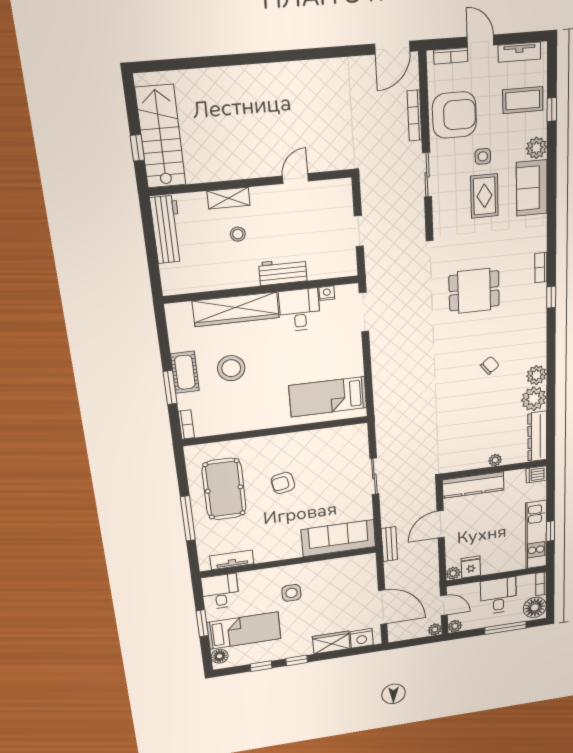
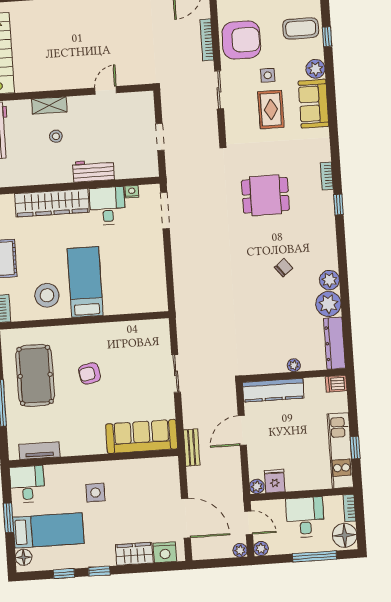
stool: (231, 368) -> (47, 295), moved
bed: (328, 397) -> (85, 282), moved, turned 90

